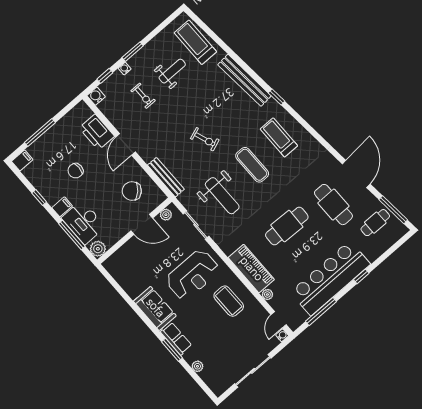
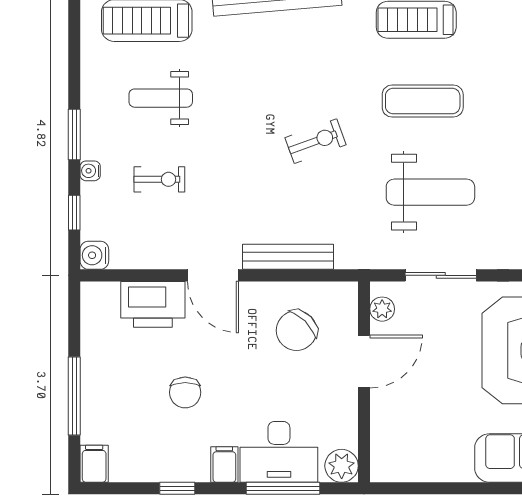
weight bench: (172, 71) -> (161, 98), turned -90
bench: (166, 177) -> (288, 257), moved

